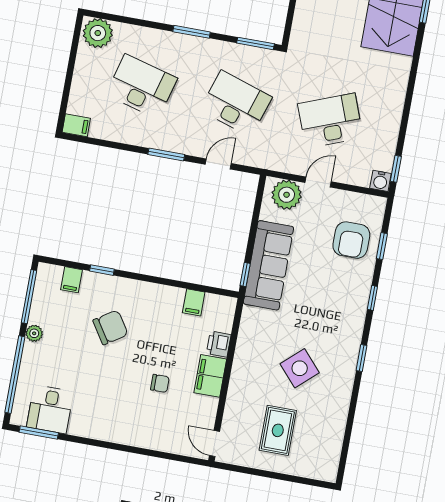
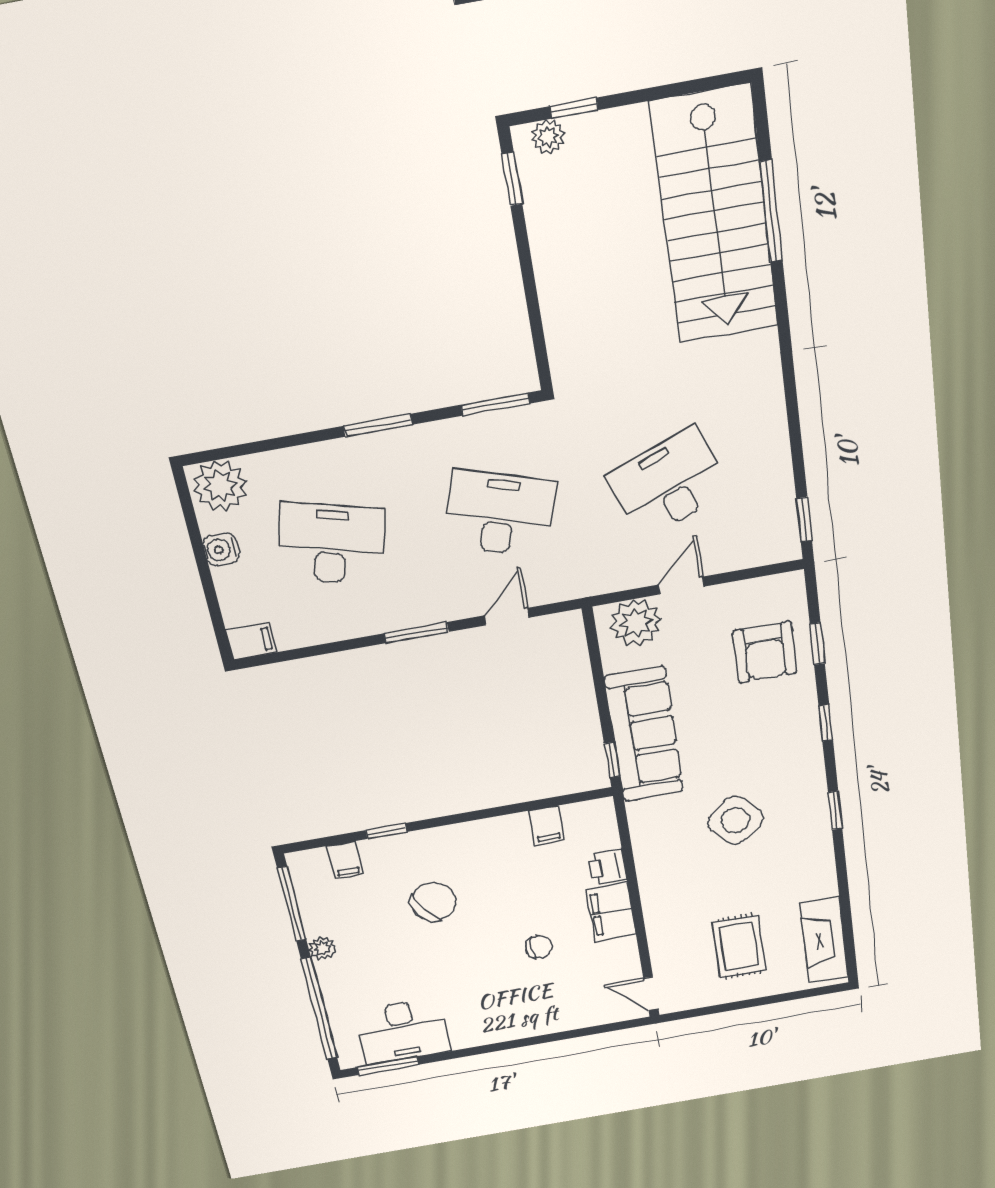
water cooler: (380, 181) -> (221, 549), moved, turned 90
side table: (300, 368) -> (735, 820), moved
desk: (50, 409) -> (403, 1031), width x1.37
fireplace: (330, 446) -> (824, 940), added

